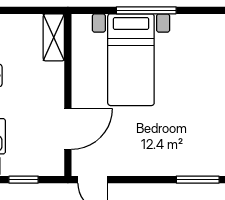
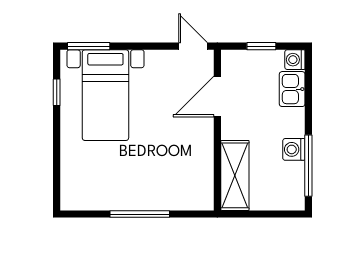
shelving: (54, 37) -> (235, 175), width x1.50, depth x1.33
bed with nightstands: (131, 60) -> (105, 95), moved, turned 180

